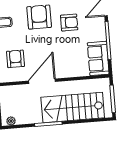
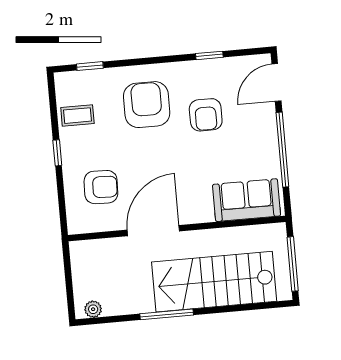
armchair: (69, 23) -> (206, 115), turned 90
sofa: (98, 58) -> (247, 200), moved, turned 90
armchair: (15, 59) -> (101, 187), turned 92

